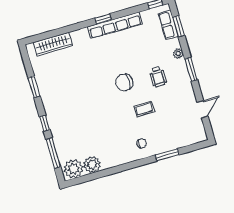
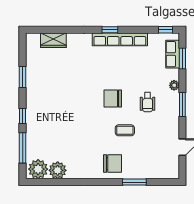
wardrobe: (53, 44) -> (53, 40), width x0.67
chair: (142, 143) -> (112, 163), width x1.87, depth x1.87

